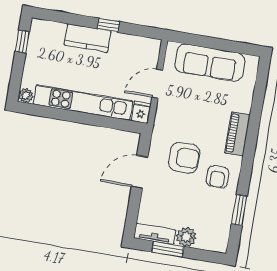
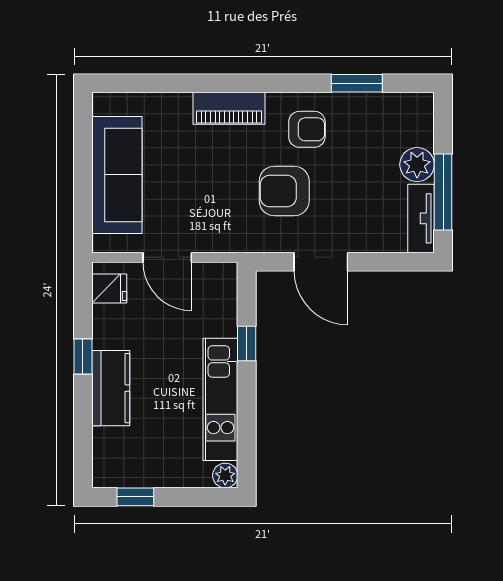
kitchen unit: (83, 102) -> (220, 399), width x0.73
fridge: (141, 112) -> (109, 288), moved, turned 180
window: (100, 121) -> (247, 343), added
armchair: (184, 158) -> (284, 191), turned -90
window: (168, 249) -> (443, 192), width x1.44

